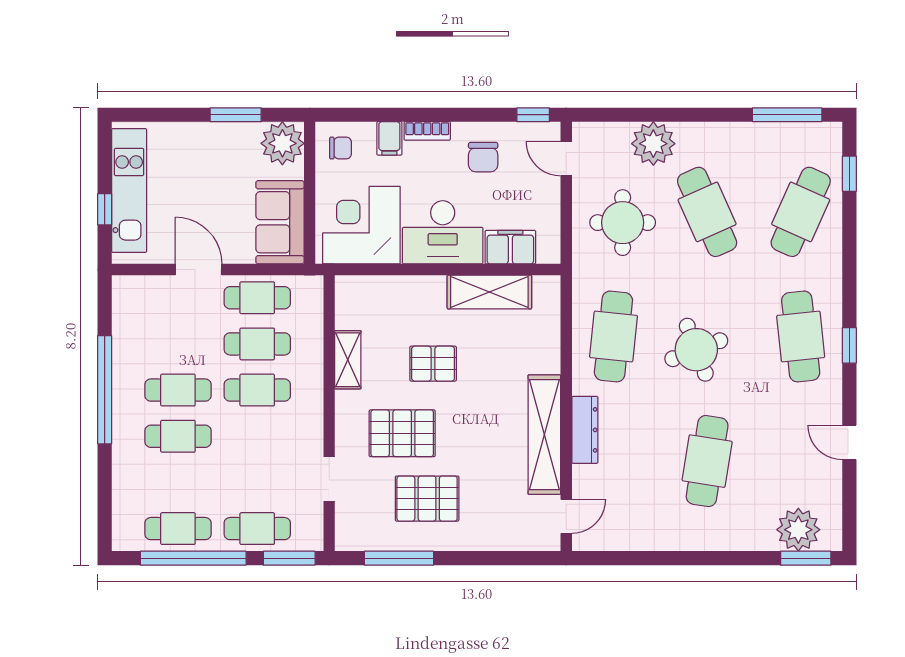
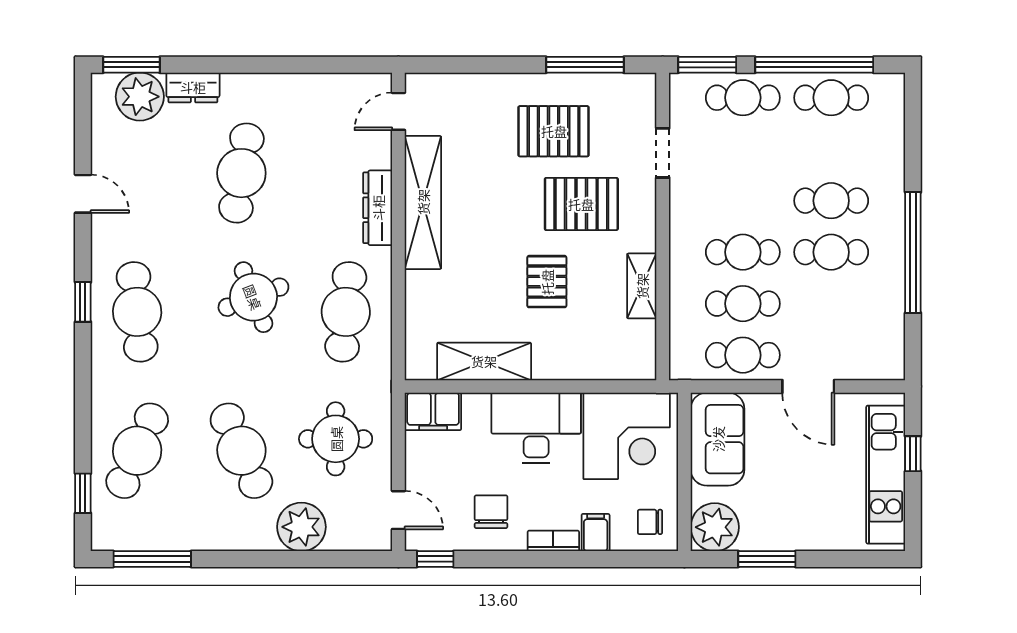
filing cabinet: (510, 247) -> (433, 411), moved
pallet: (433, 364) -> (547, 282), turned 90
dresser: (751, 538) -> (193, 87), added

